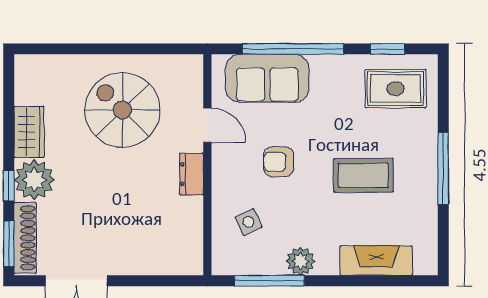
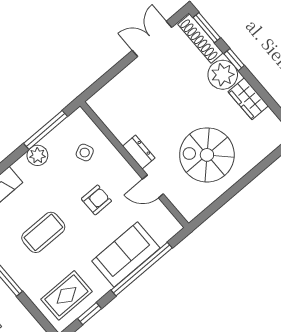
sofa: (267, 78) -> (126, 254), moved
spiral stairs: (122, 110) -> (207, 155), turned 180

